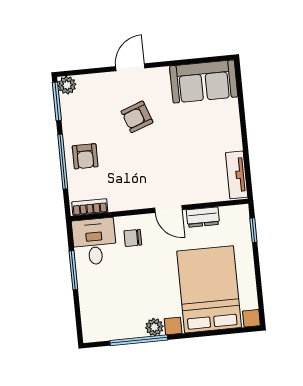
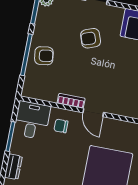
armchair: (85, 156) -> (44, 56), turned -98
bookcase: (90, 207) -> (71, 101), moved
dresser: (203, 217) -> (13, 167), moved, turned -90

